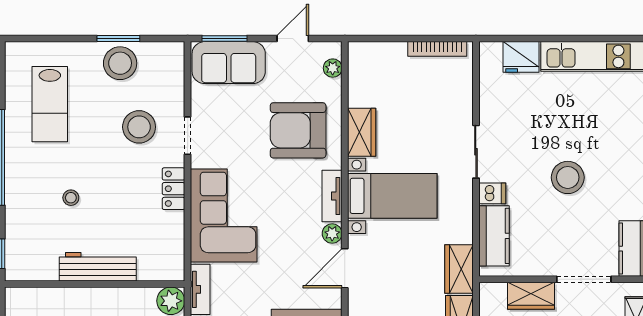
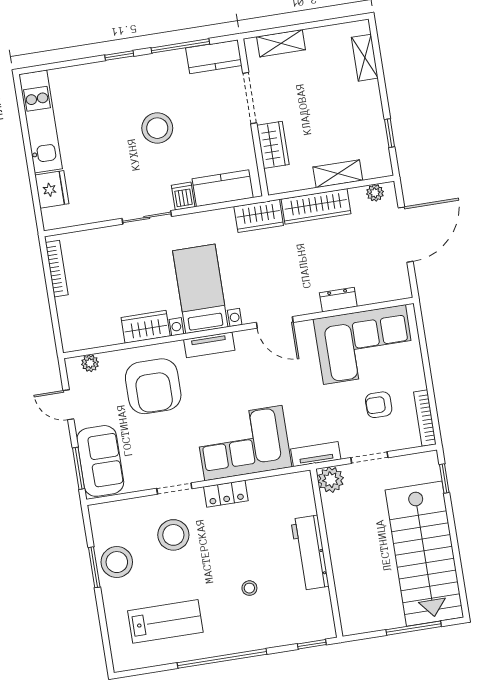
plant: (332, 234) -> (244, 339), removed

